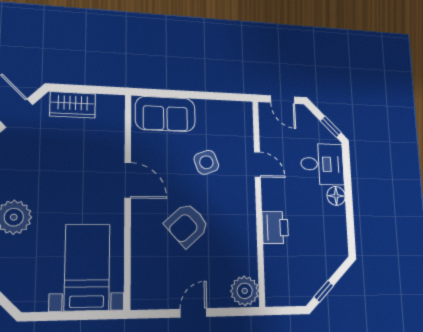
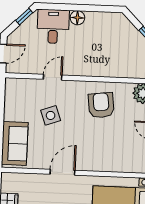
armchair: (187, 225) -> (101, 105), moved, turned -145
printer: (275, 228) -> (99, 67), removed

